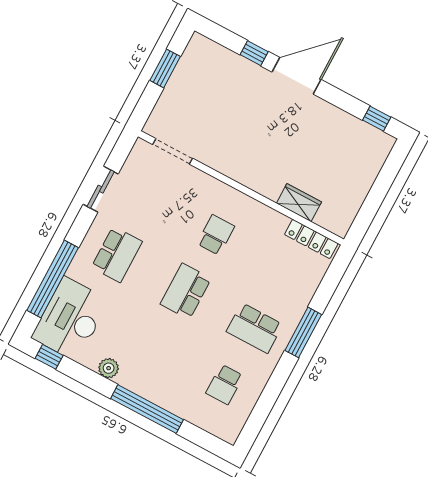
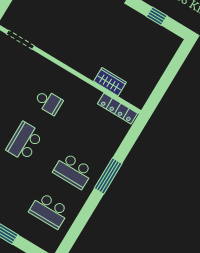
window: (377, 119) -> (157, 16), moved
school desk: (216, 235) -> (48, 102), turned 90
school desk: (225, 384) -> (49, 211), width x1.85

